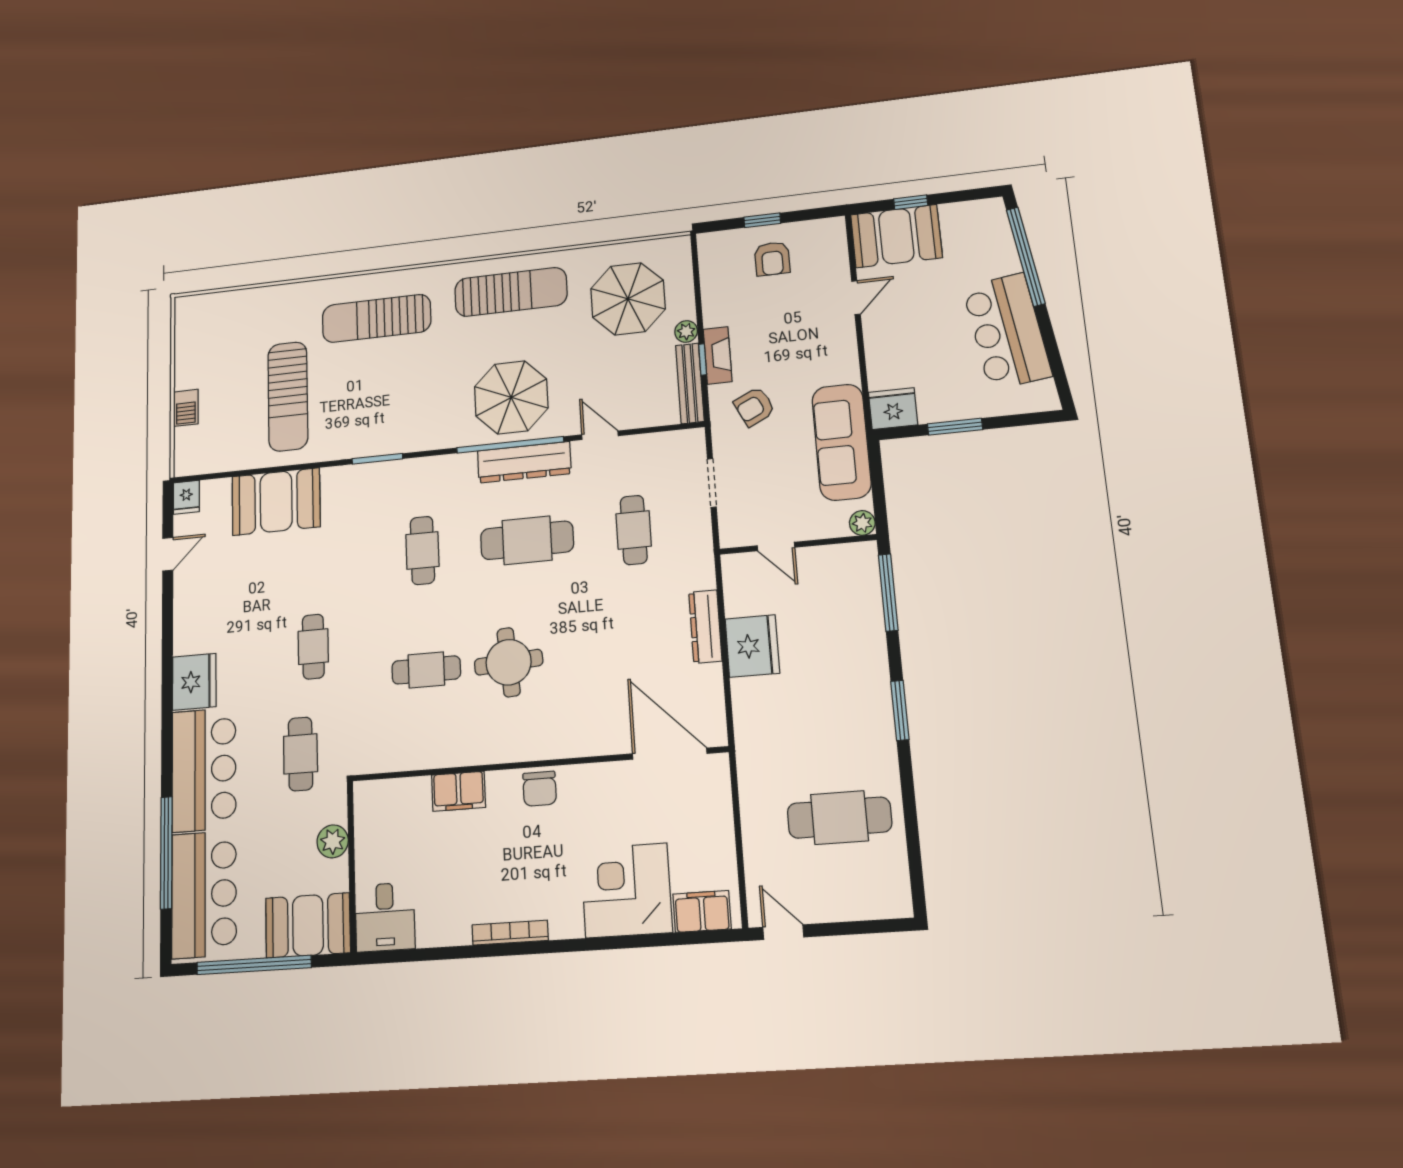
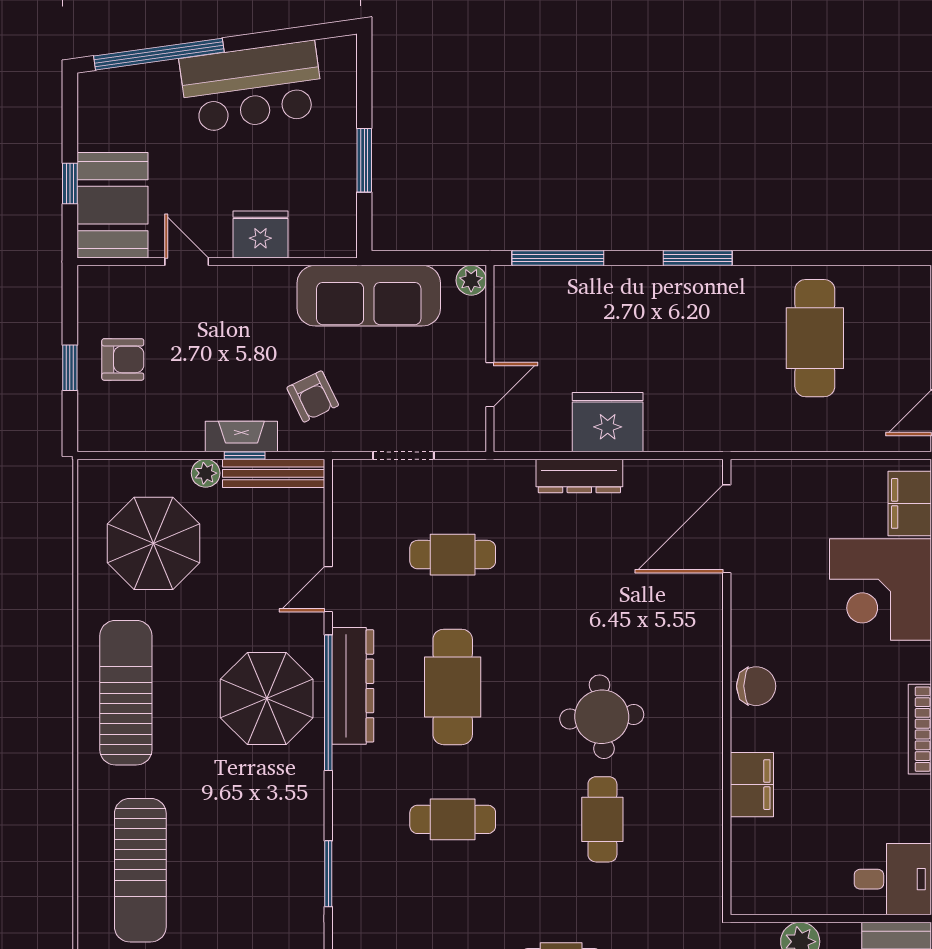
fridge: (893, 409) -> (260, 234), moved, turned 90

